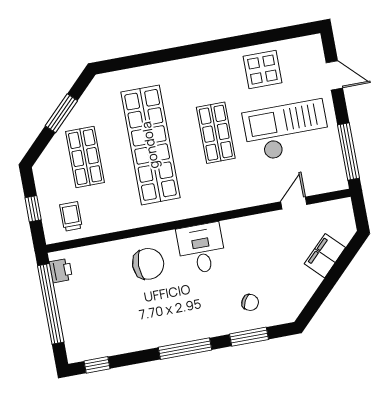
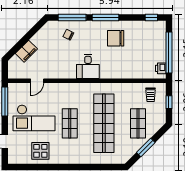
chair: (148, 264) -> (116, 38), moved
window: (249, 337) -> (72, 18), width x1.44

